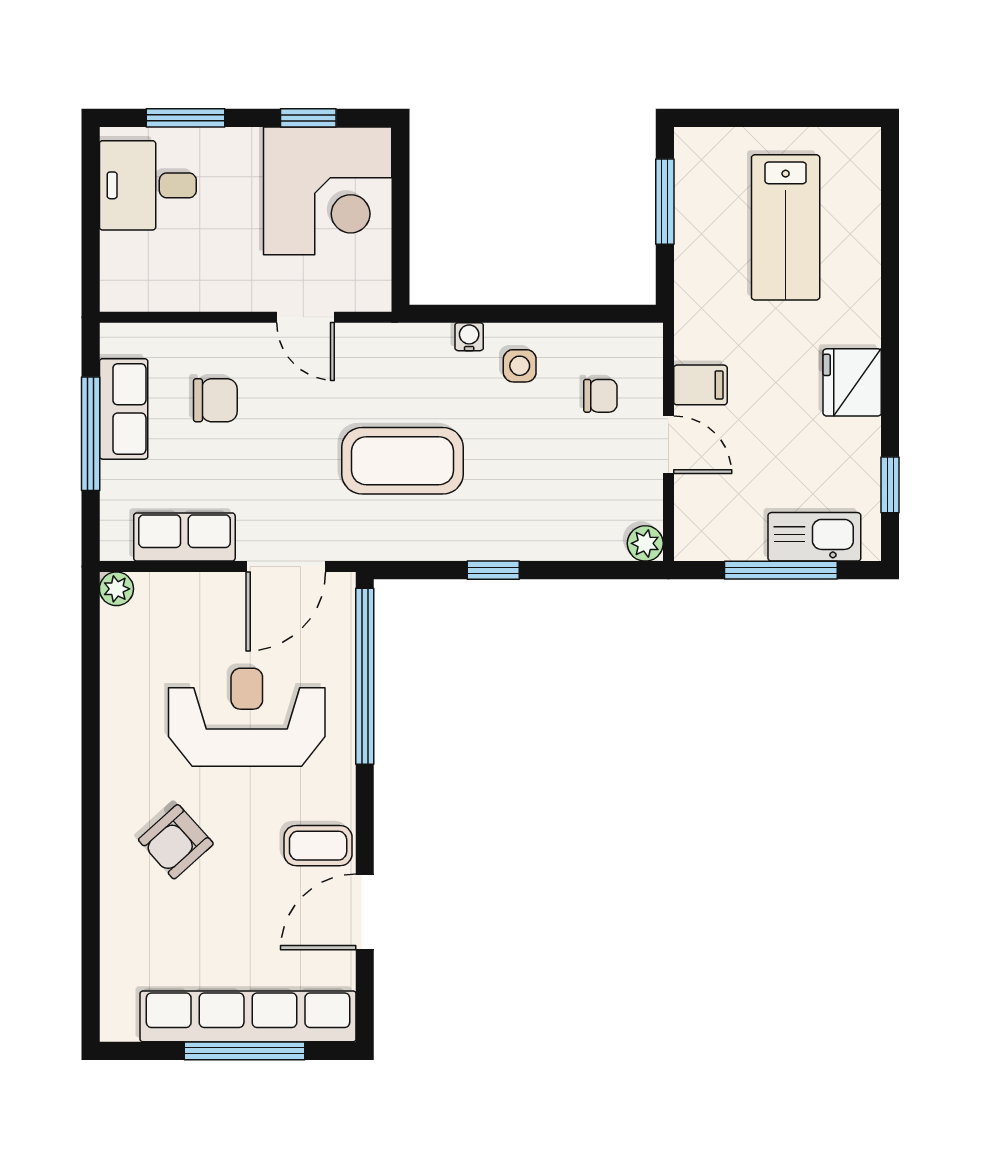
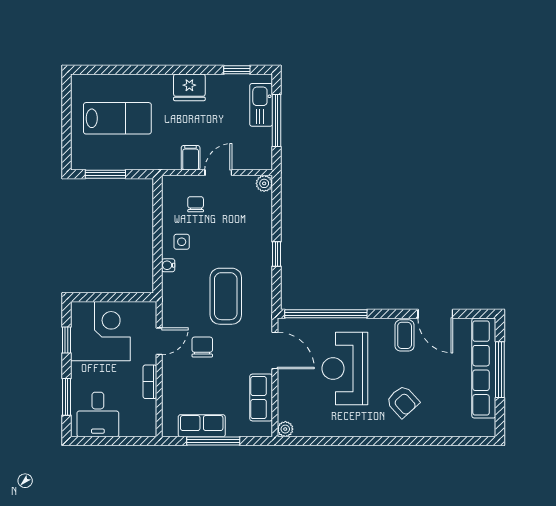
bookcase: (218, 297) -> (150, 382), added
chair: (215, 400) -> (202, 347), moved

